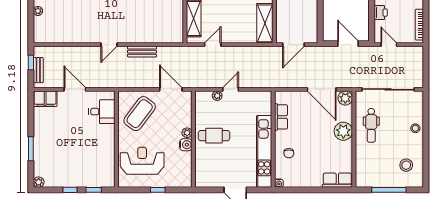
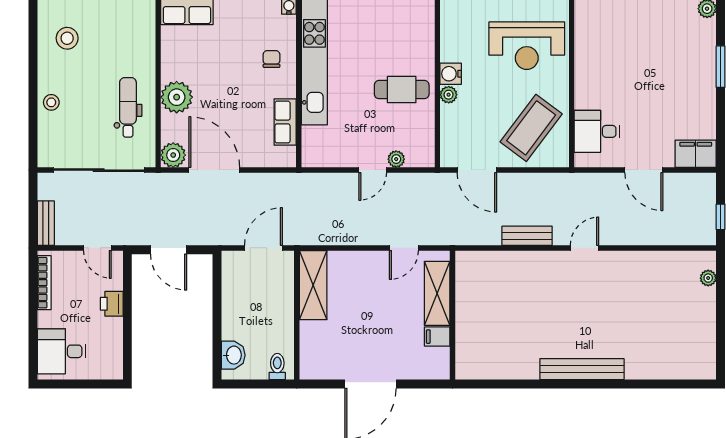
plant: (38, 11) -> (708, 278), moved
bench: (38, 70) -> (46, 223), moved

